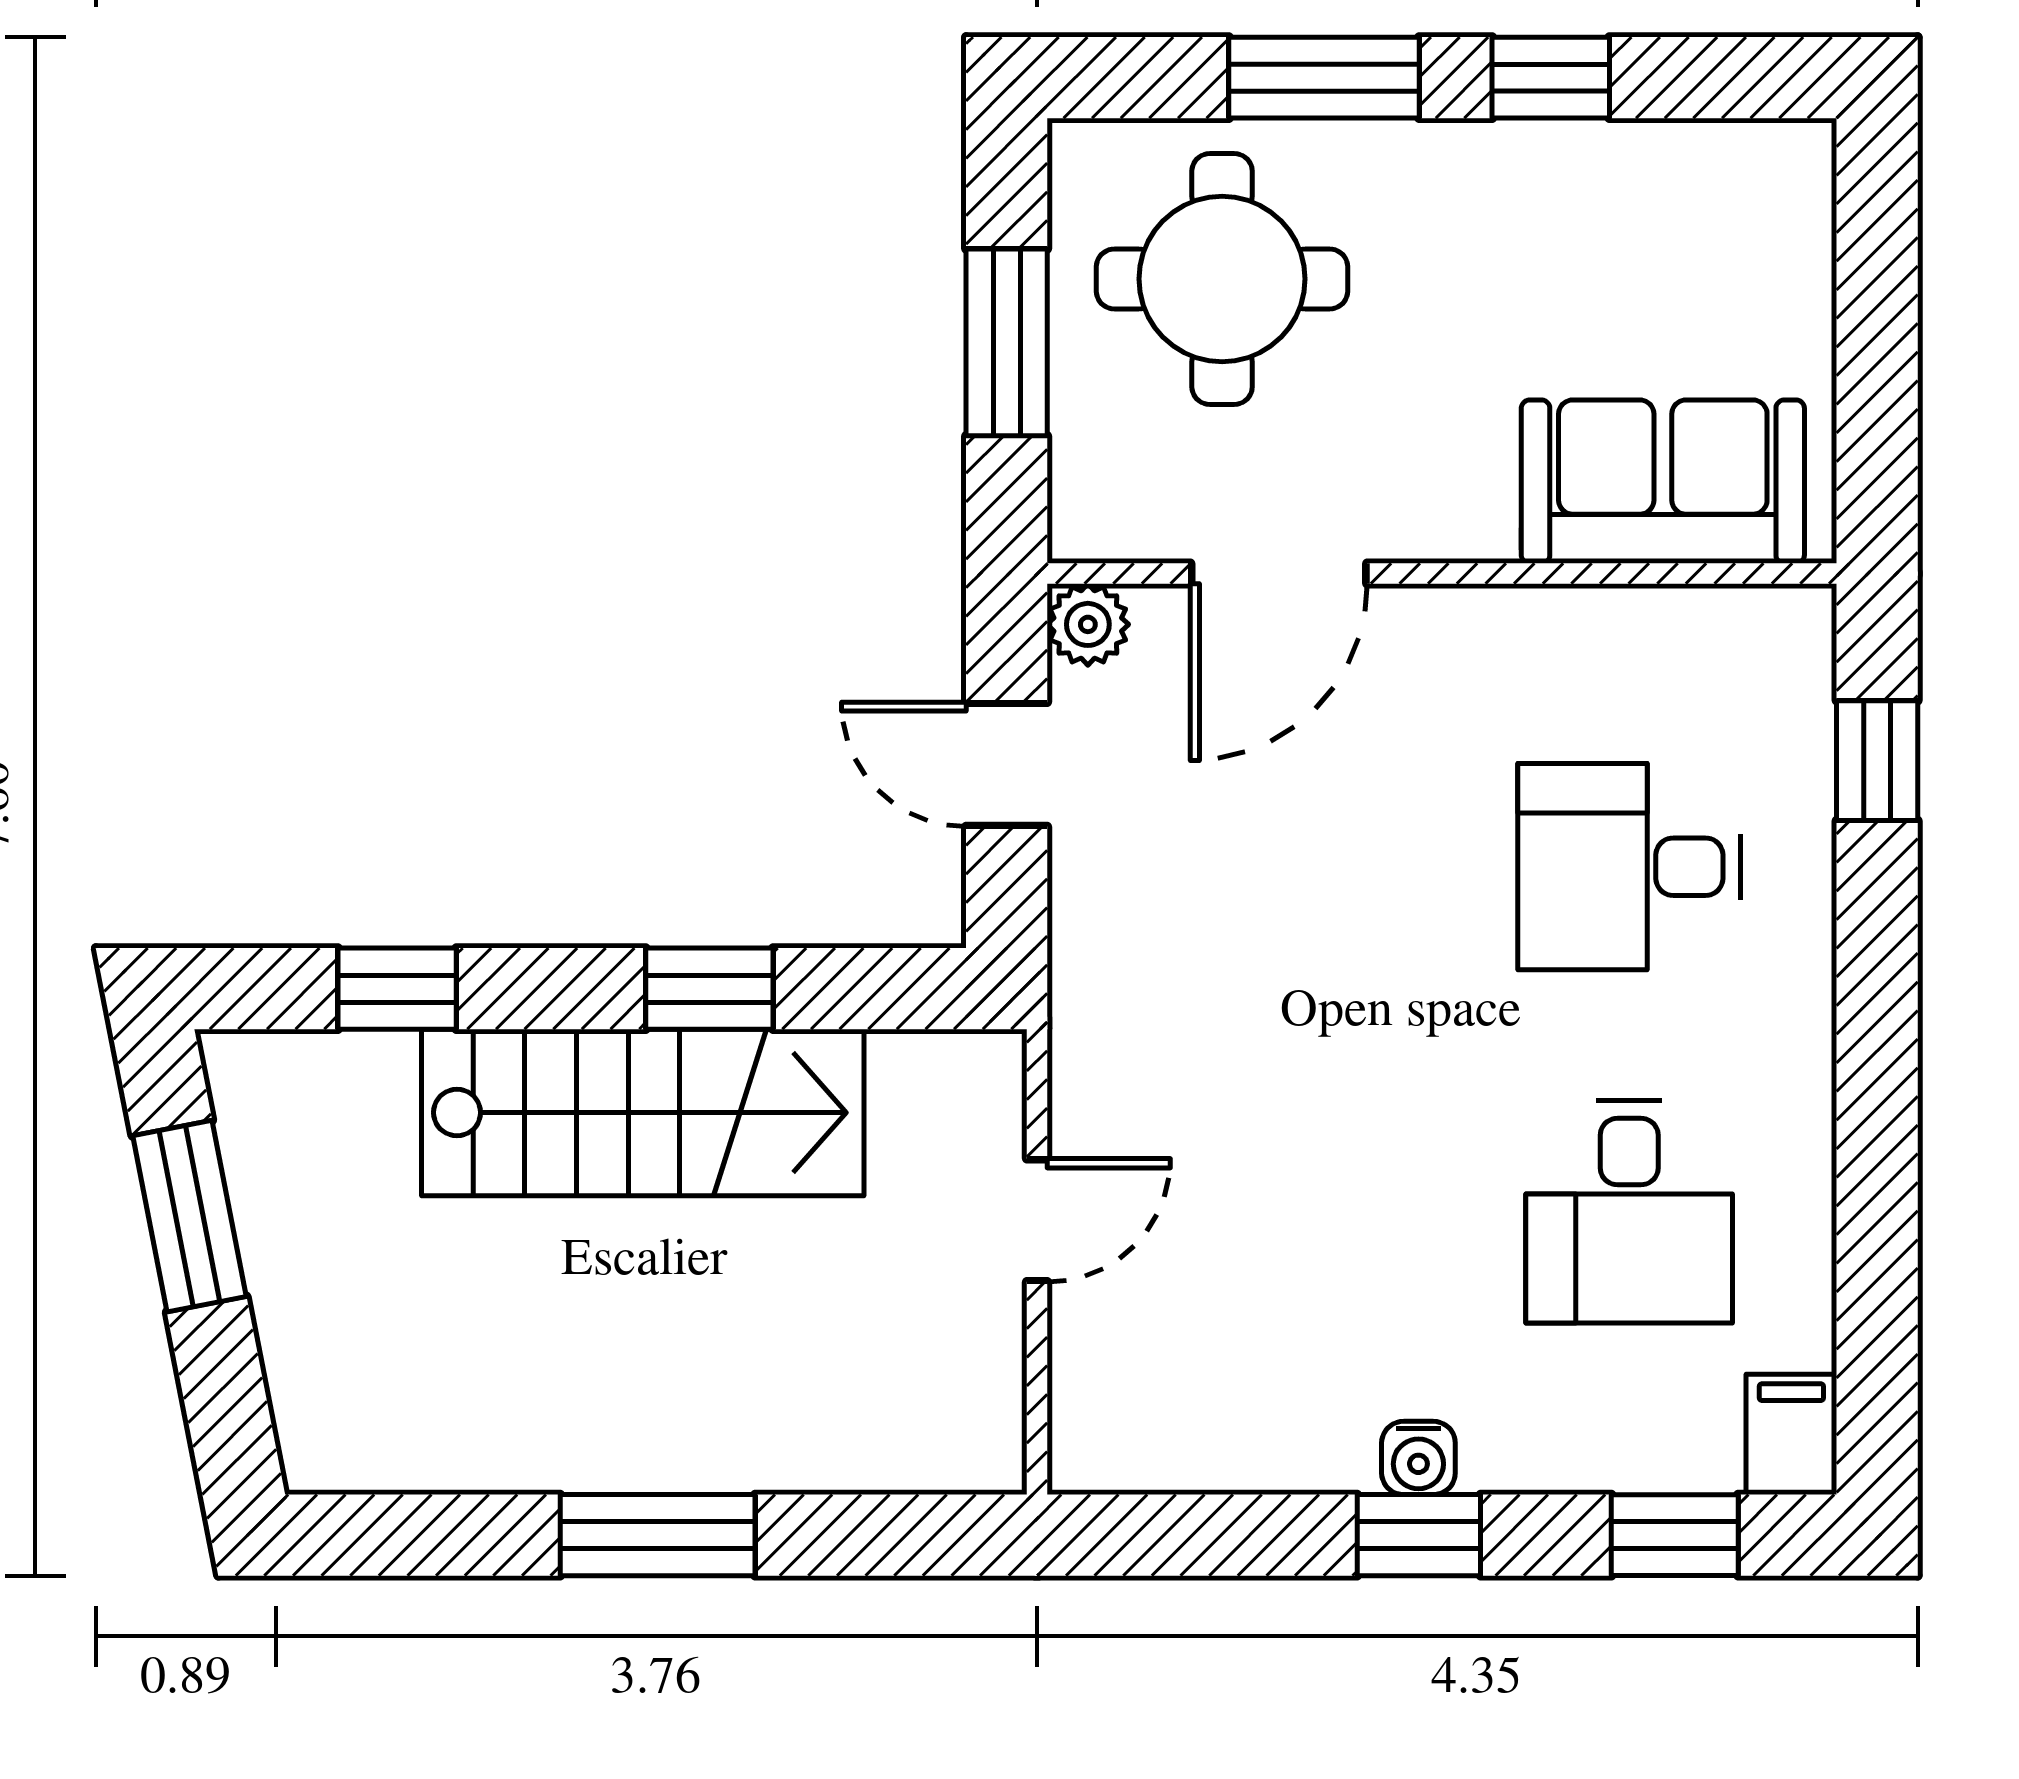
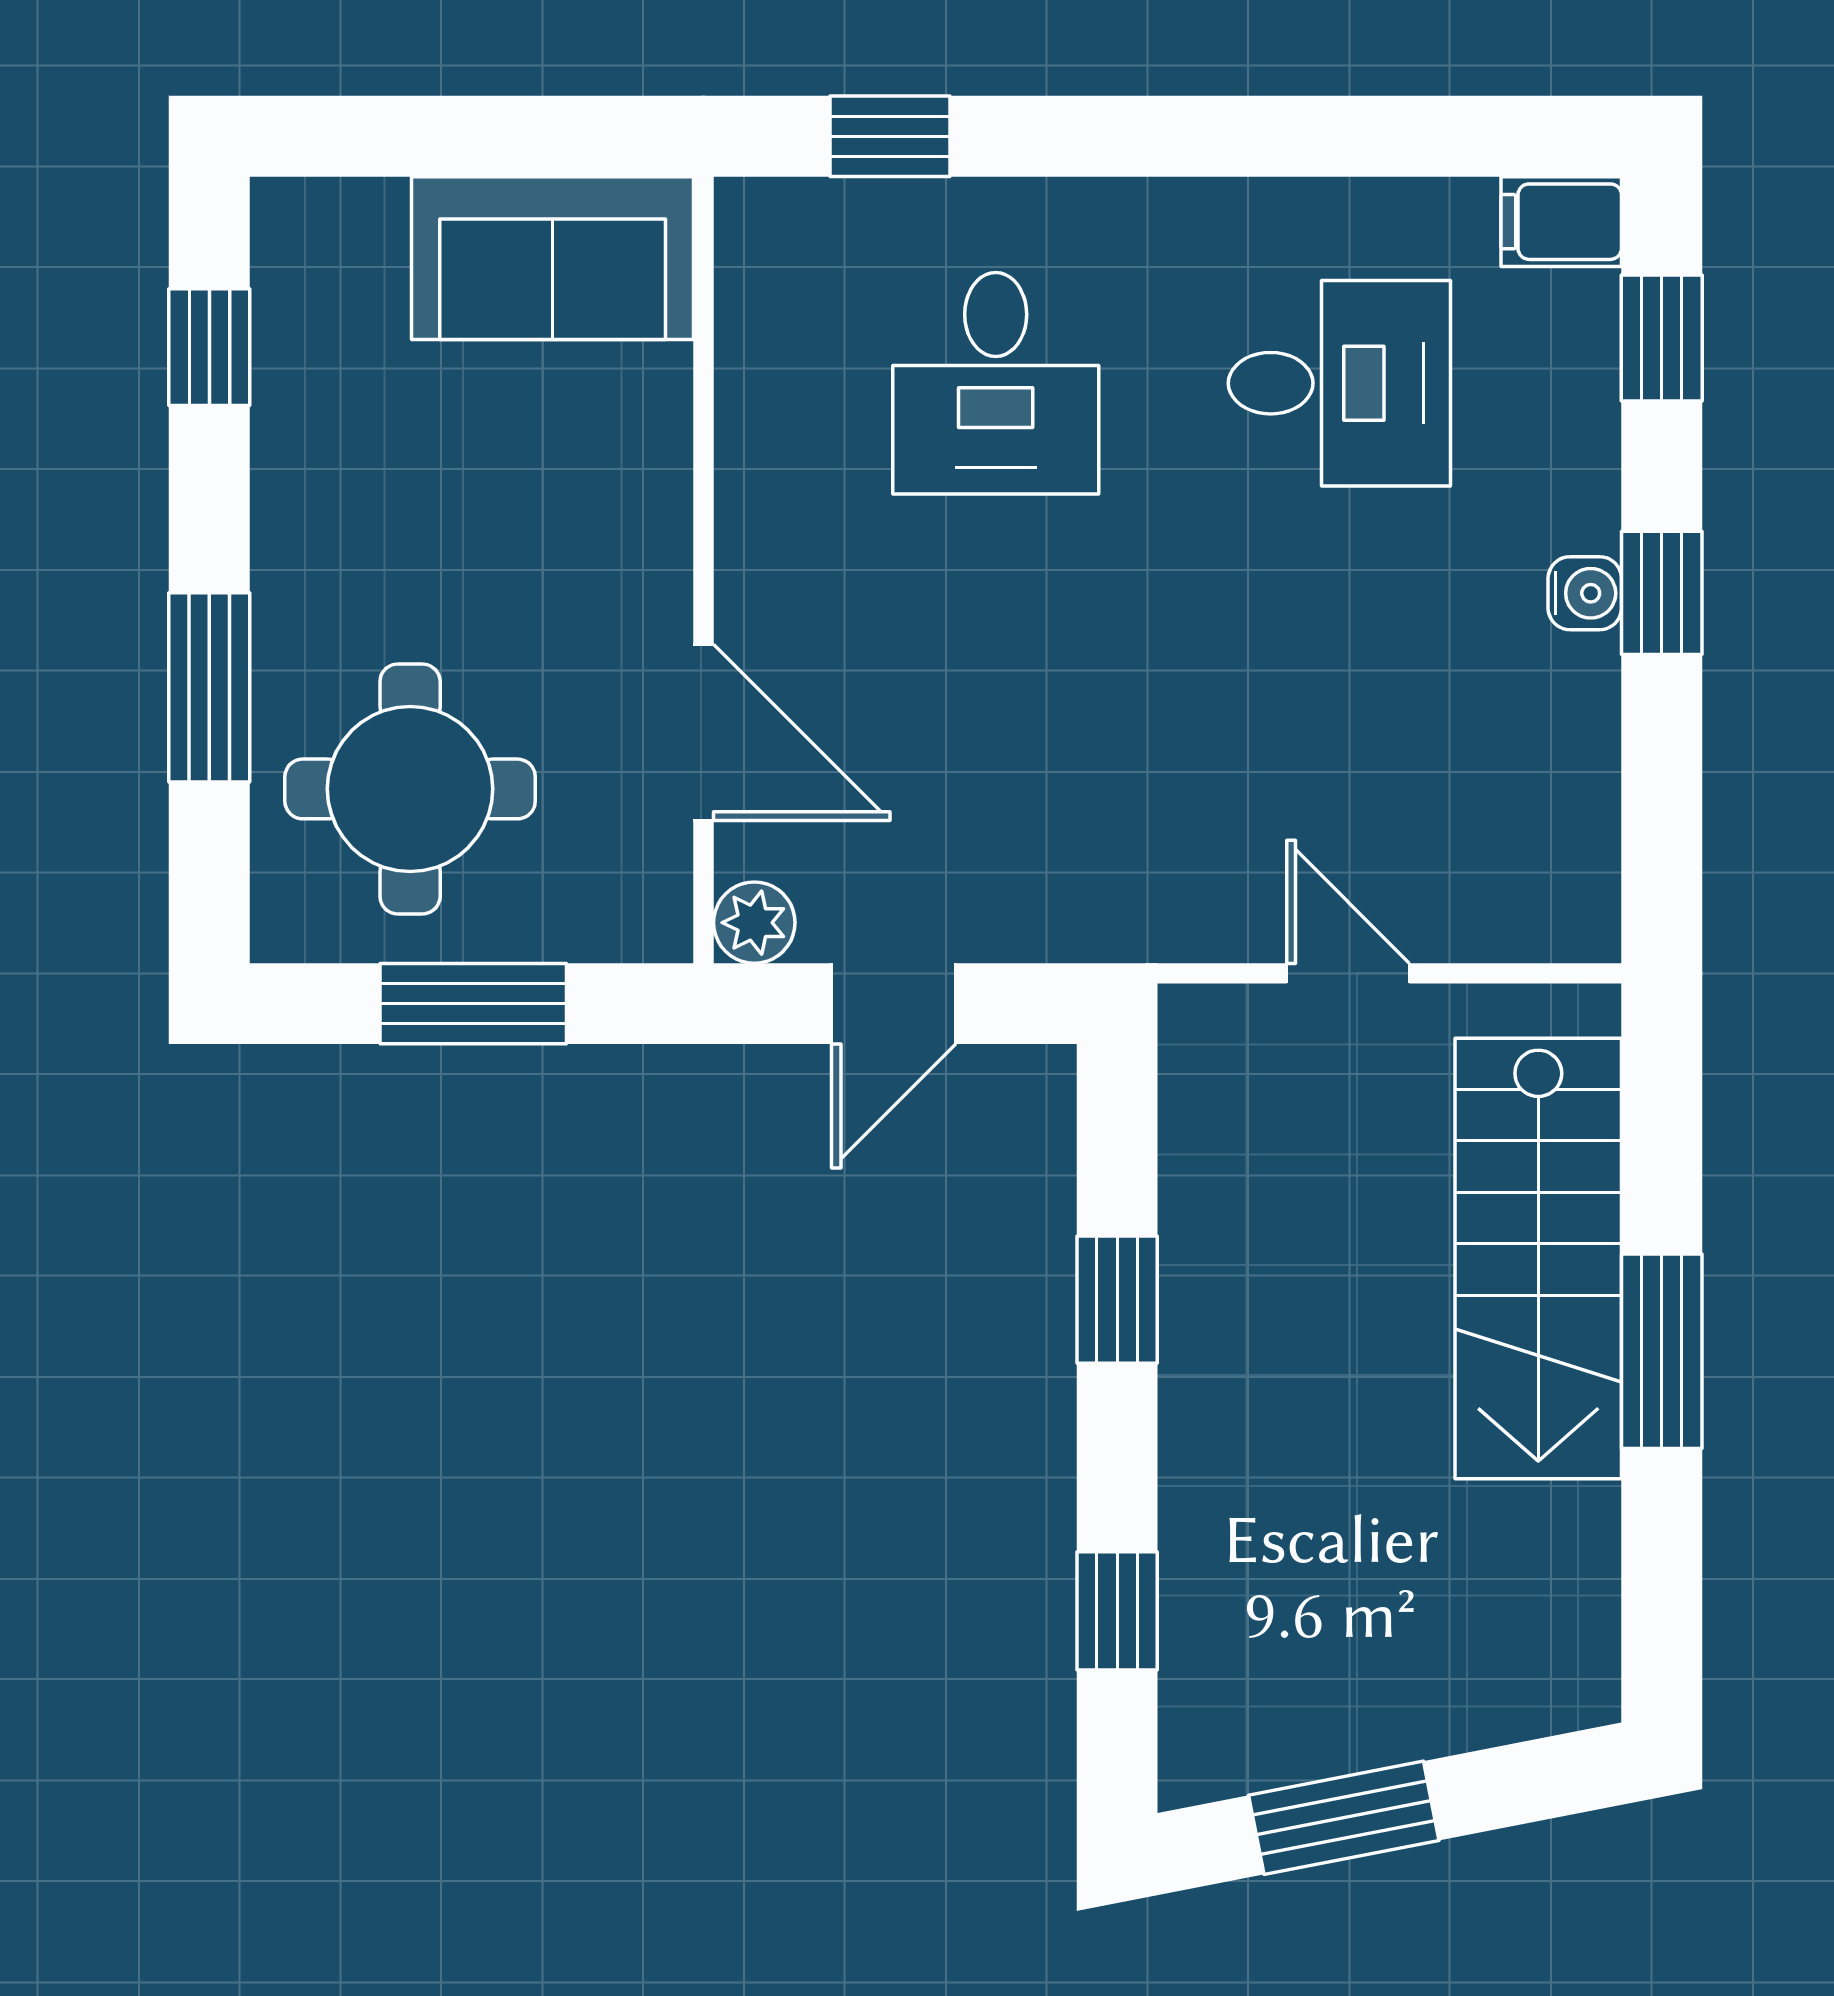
window: (1551, 78) -> (209, 347), moved
sofa: (1663, 482) -> (553, 258), moved, turned -90
stairs: (643, 1113) -> (1538, 1258), moved, turned 180

